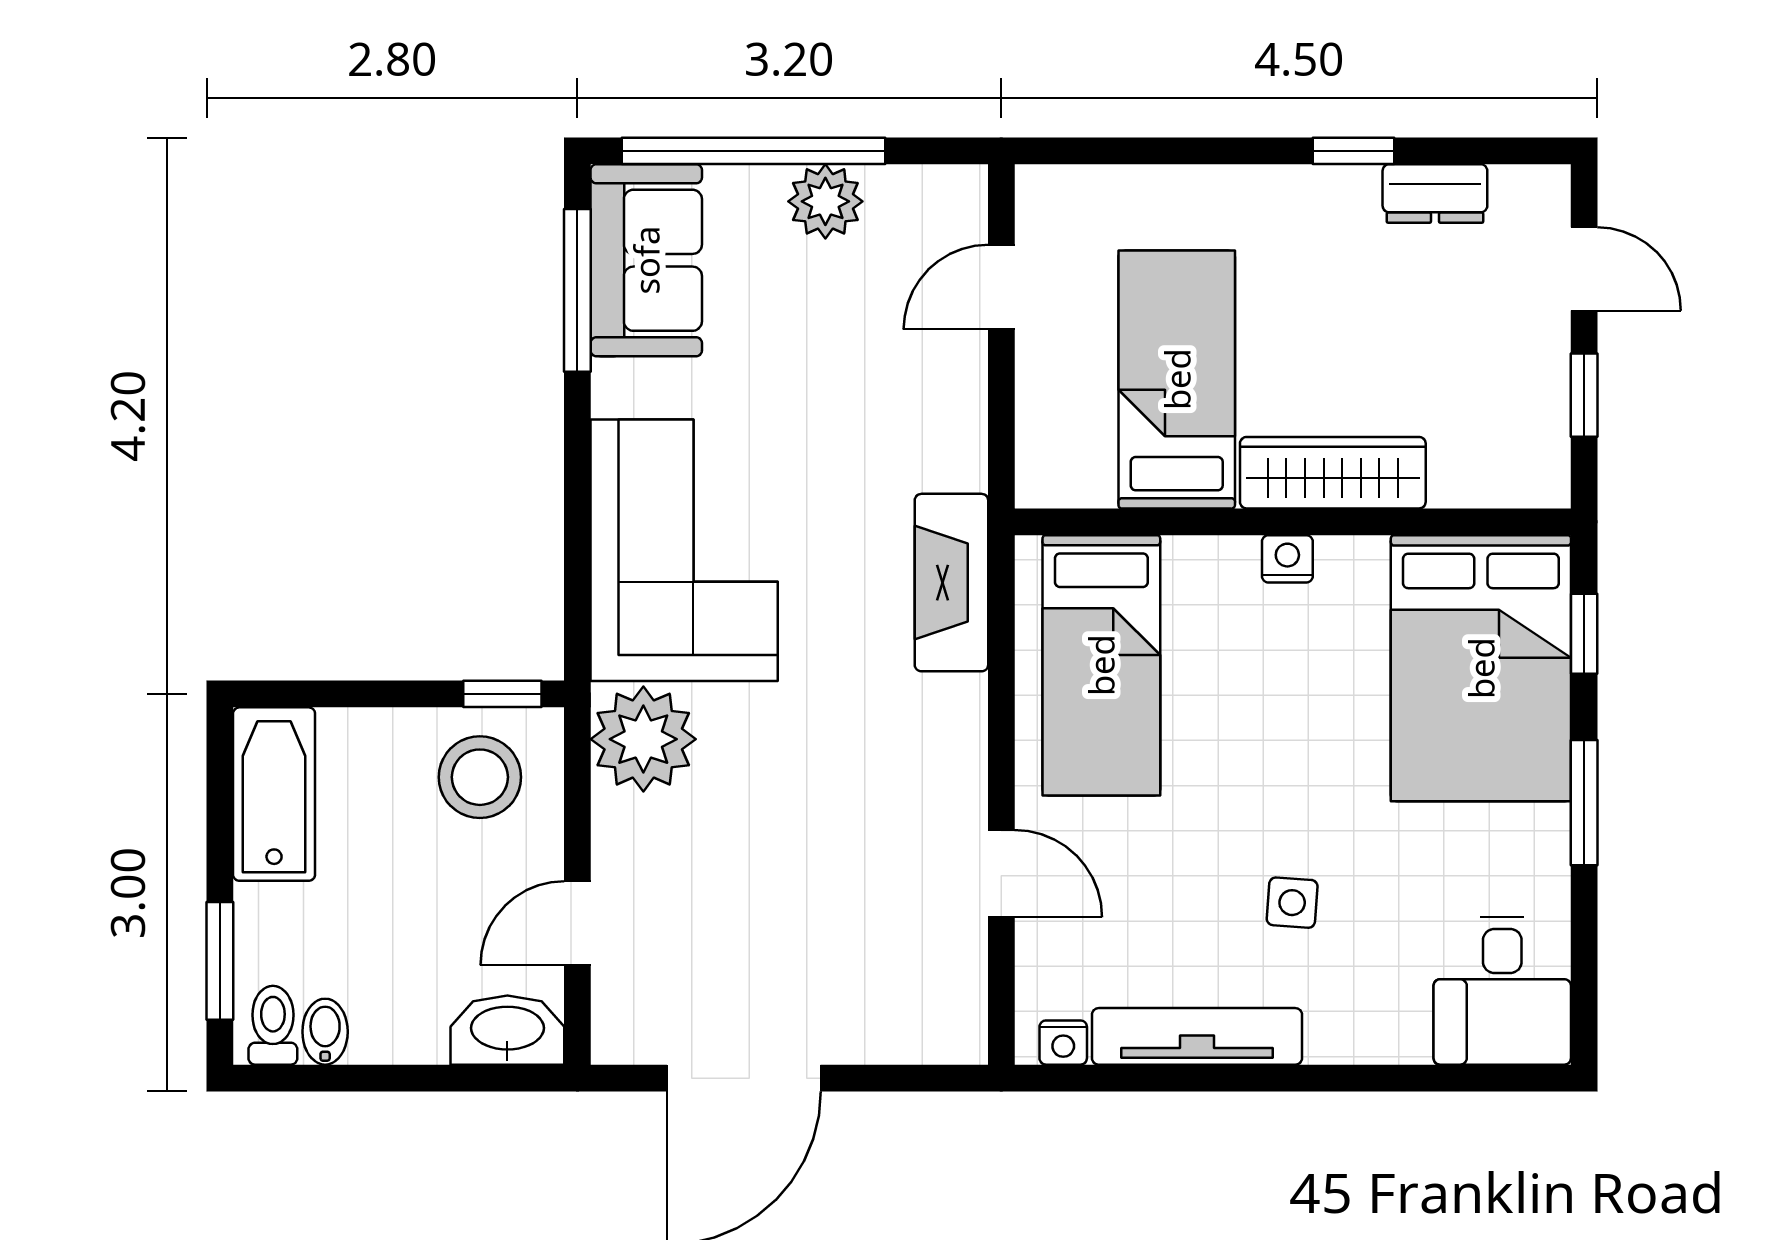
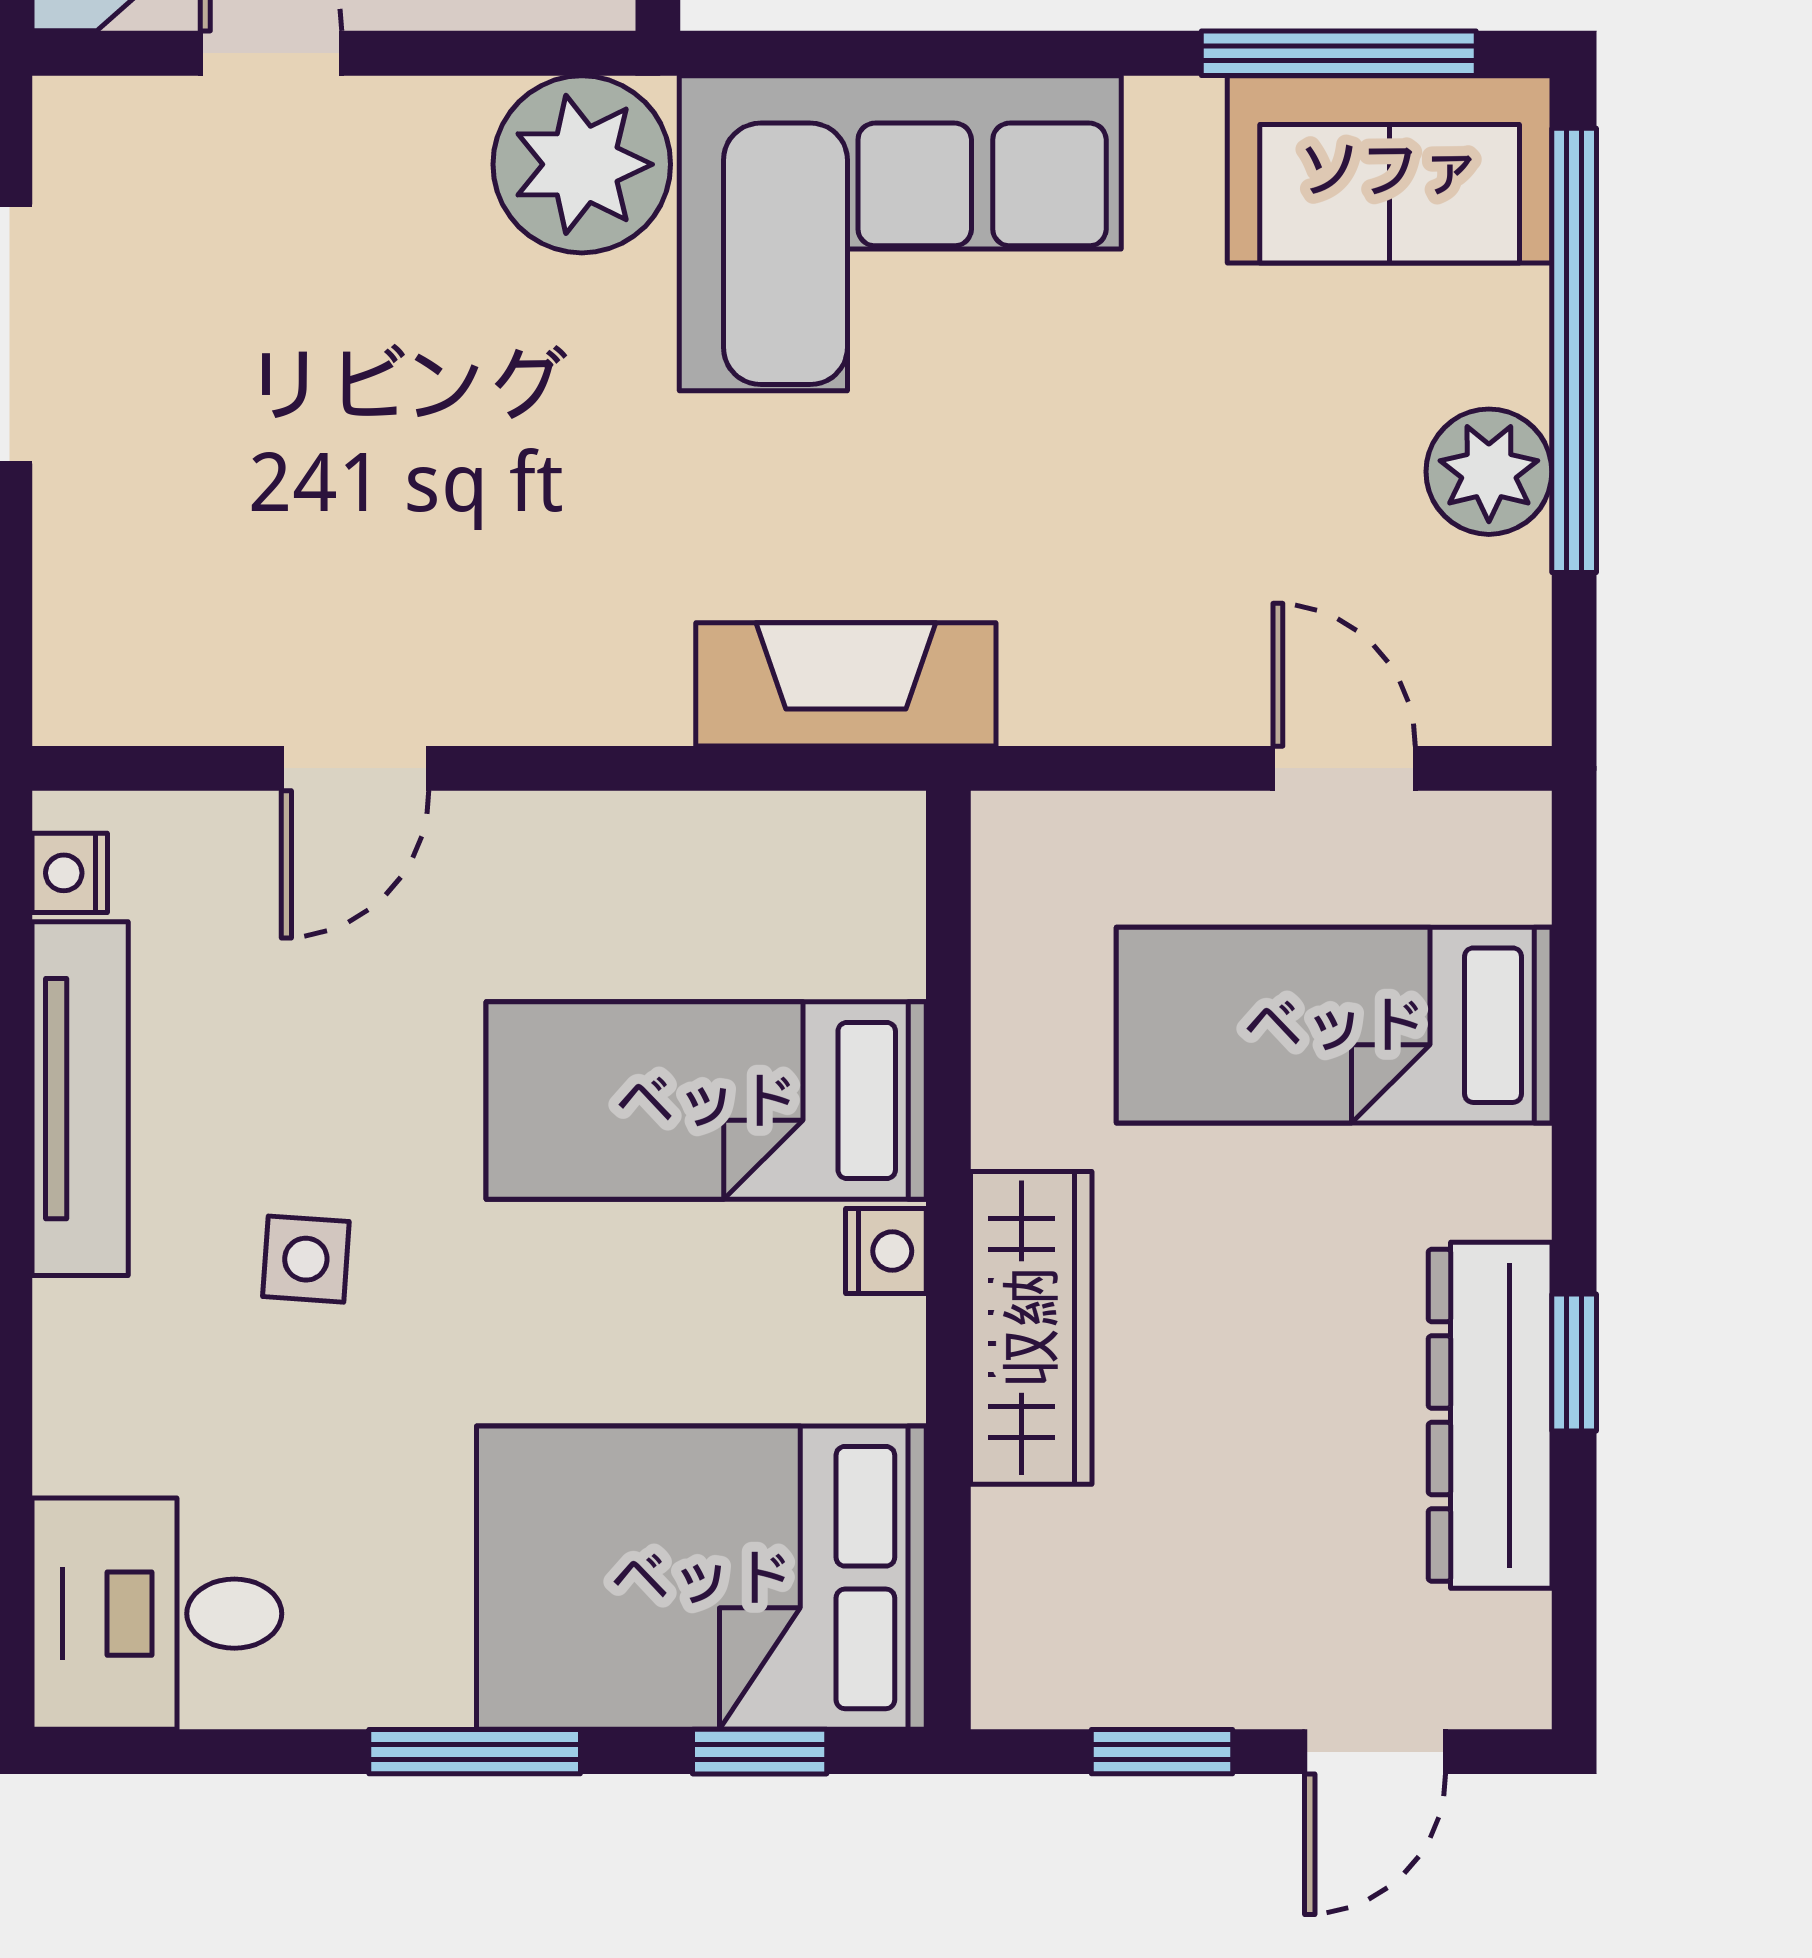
dresser: (1435, 194) -> (1490, 1415), width x1.96, depth x1.24
bed: (1177, 379) -> (1334, 1025), moved, turned 180
bed: (1101, 665) -> (706, 1101), moved

